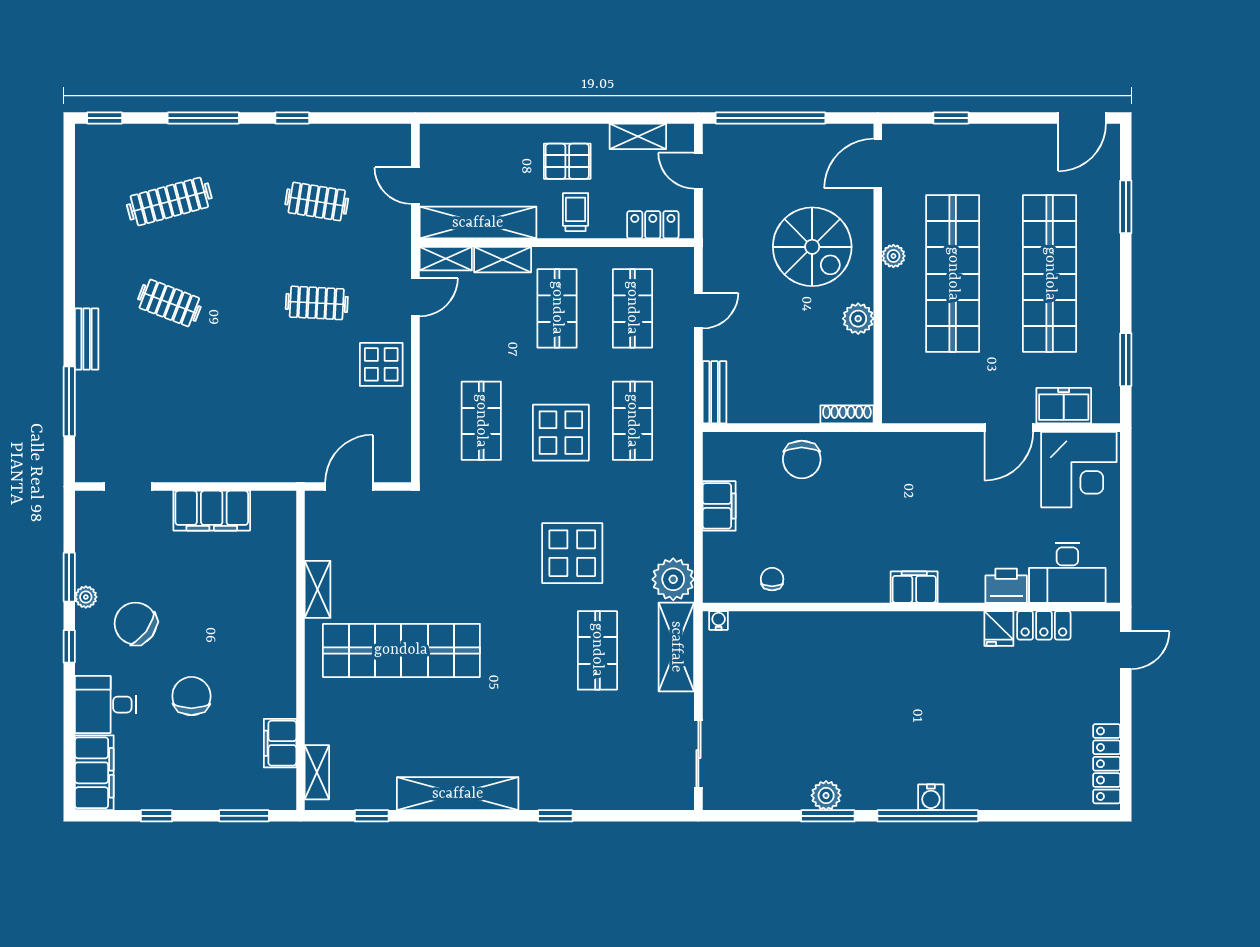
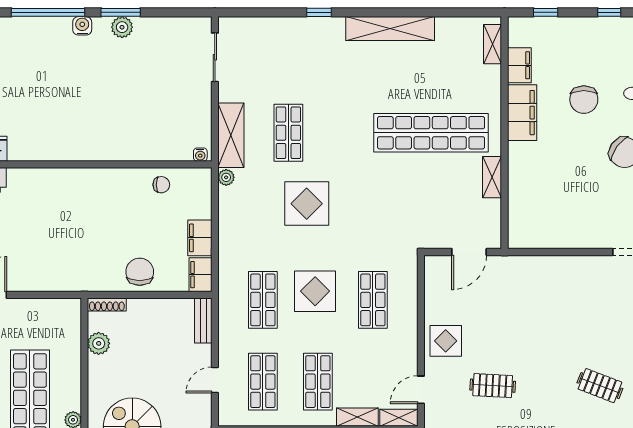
plant: (858, 319) -> (99, 343), moved
filing cabinet: (212, 511) -> (522, 113), moved, turned 90
plant: (673, 579) -> (226, 177), width x0.53, depth x0.53
chair: (772, 579) -> (161, 185), turned -90
filing cabinet: (914, 587) -> (200, 275), moved, turned 90
water cooler: (931, 797) -> (82, 26), moved
window: (244, 816) -> (546, 12), width x0.67
window: (372, 816) -> (453, 12), removed

